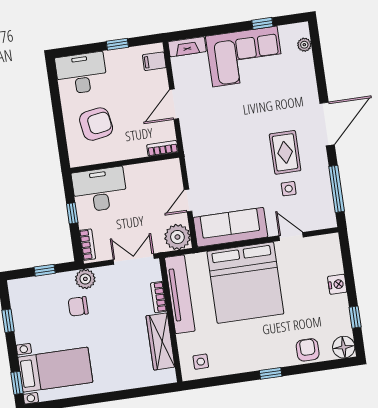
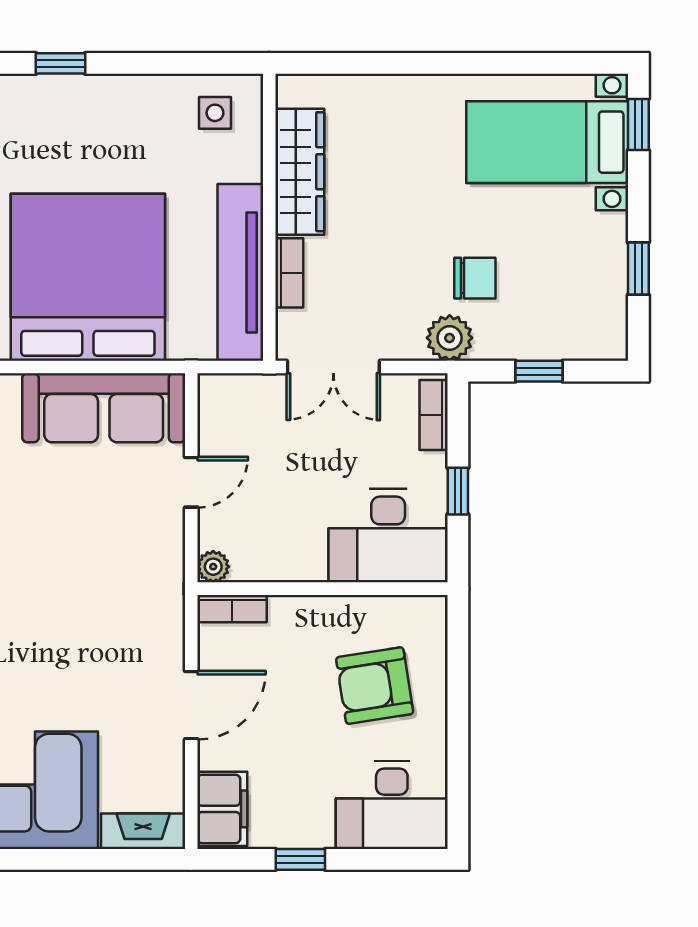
filing cabinet: (154, 61) -> (222, 809), width x2.00
plant: (177, 237) -> (213, 567), moved, width x0.53, depth x0.53

